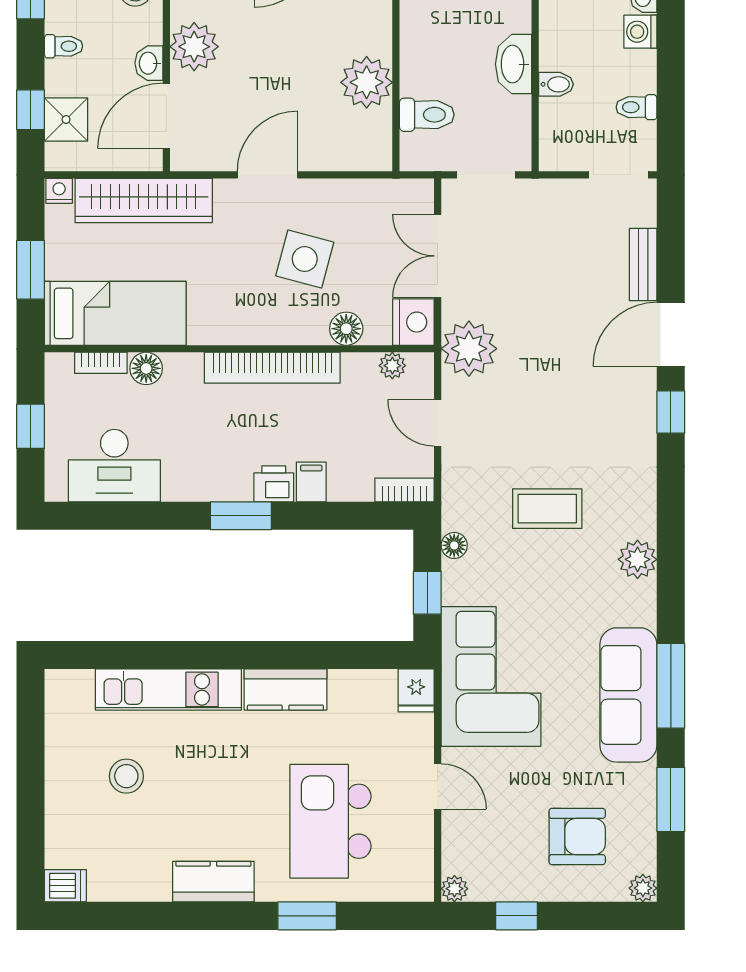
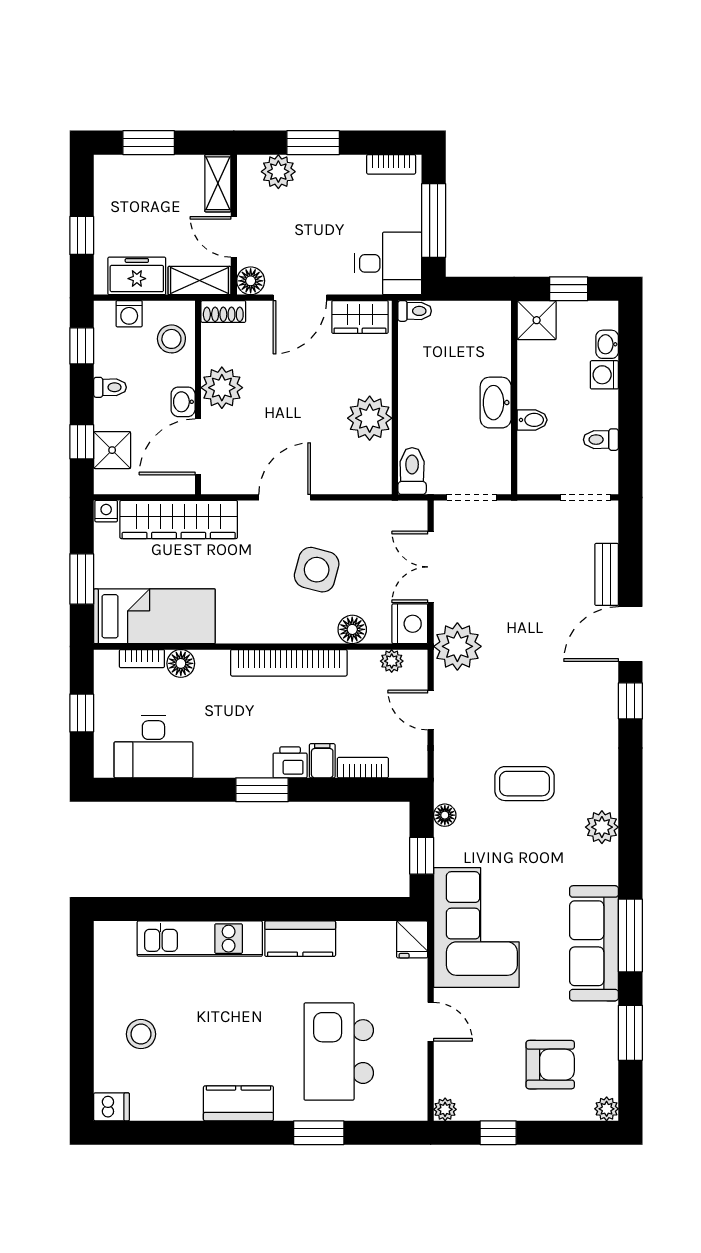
toilet: (427, 115) -> (412, 471), moved, turned -90
bookcase: (404, 490) -> (363, 768), moved
stool: (126, 776) -> (141, 1034), moved

